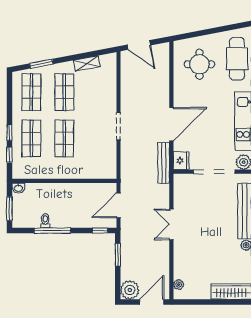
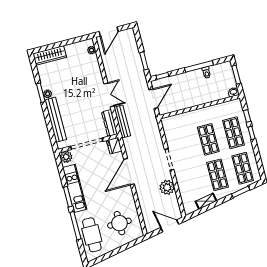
bench: (164, 163) -> (122, 122), moved
dresser: (180, 190) -> (110, 123), added
plant: (130, 290) -> (167, 187), moved

